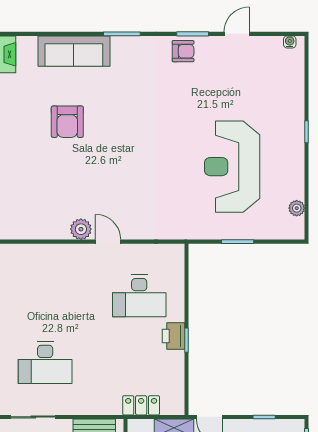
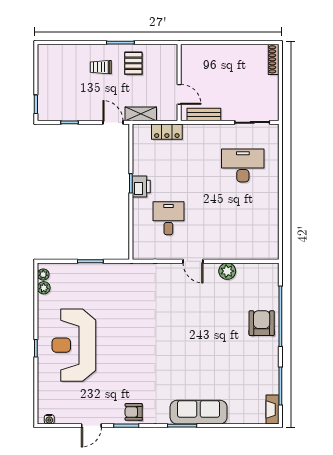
sofa: (74, 51) -> (199, 412), moved
armchair: (67, 122) -> (262, 323), moved
reception desk: (232, 167) -> (74, 345), moved, turned 180
plant: (297, 225) -> (43, 275), added
plant: (81, 229) -> (227, 271), moved
desk: (139, 296) -> (168, 218), width x0.73

